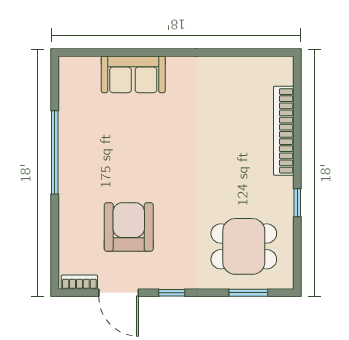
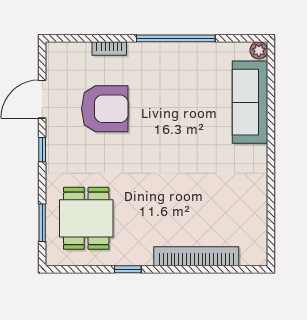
plant: (67, 65) -> (259, 50), added
sofa: (133, 74) -> (250, 102), width x1.36
bookcase: (79, 282) -> (109, 48), moved, turned 90

